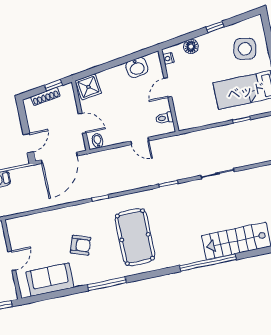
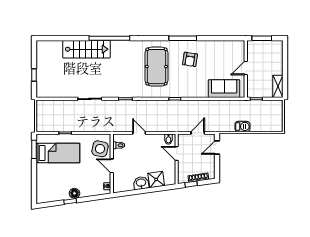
floor lamp: (191, 46) -> (74, 193), moved
side table: (245, 49) -> (100, 149), moved
washbasin: (137, 67) -> (141, 183), moved
shower: (88, 87) -> (156, 180), moved
door: (168, 88) -> (112, 166), swing flipped
door: (59, 158) -> (198, 133), width x0.53
armchair: (81, 245) -> (190, 59), moved, turned -100
sofa: (50, 280) -> (224, 89), moved, turned 180

